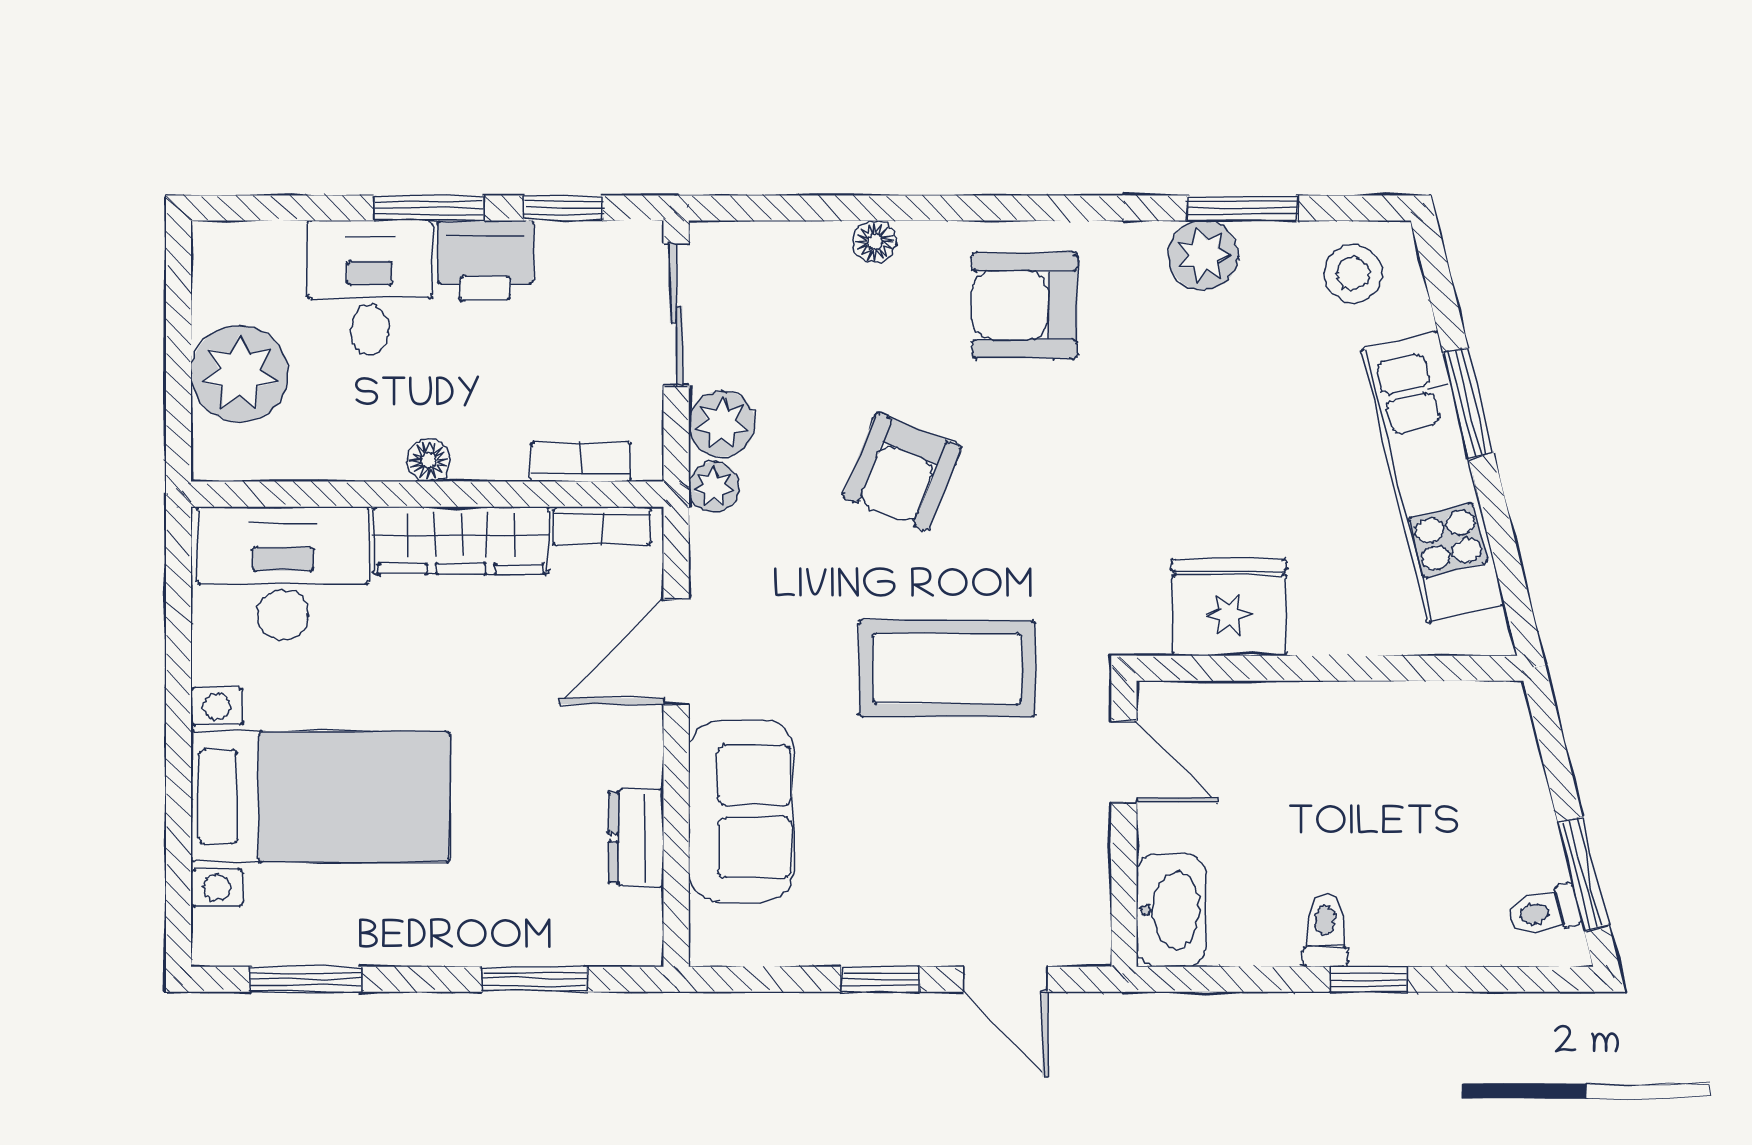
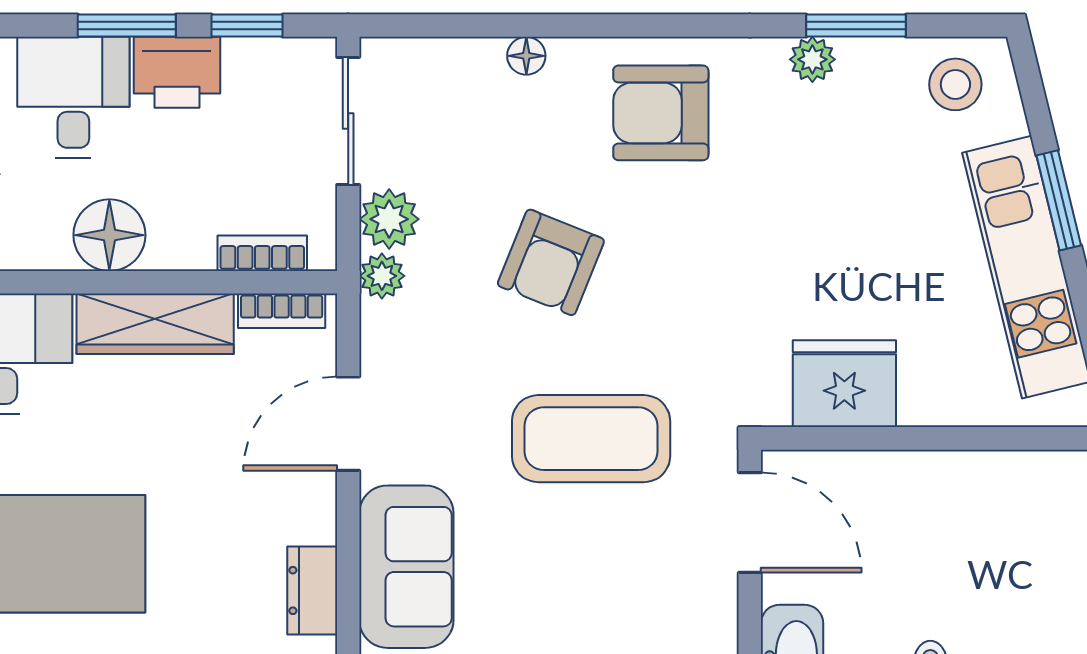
plant: (1203, 255) -> (812, 59), width x0.73, depth x0.73
floor lamp: (429, 460) -> (109, 235), width x1.89, depth x1.89
door: (1124, 762) -> (750, 523), width x1.38

